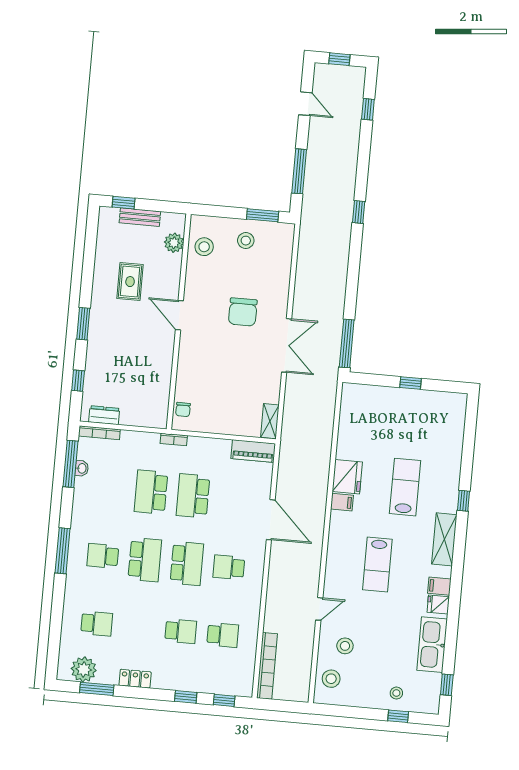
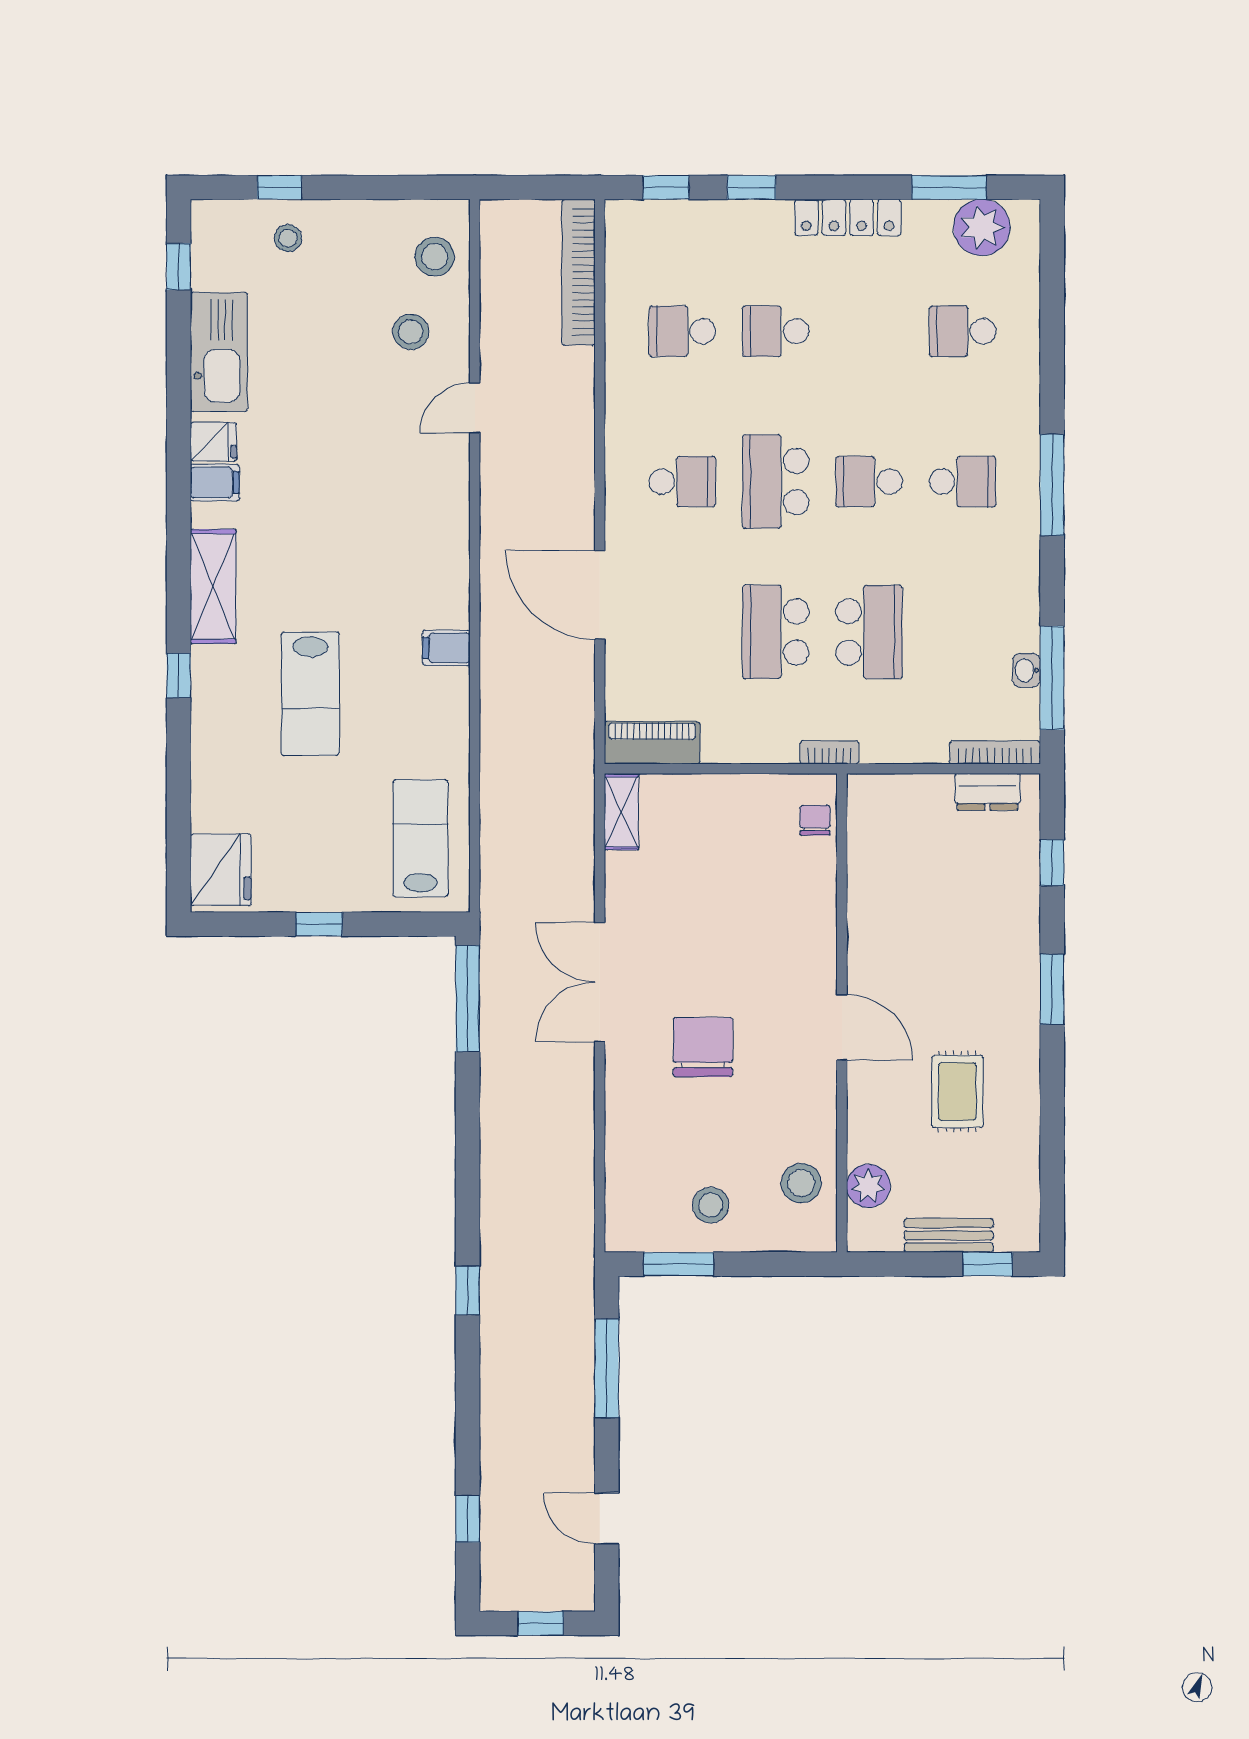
fridge: (347, 477) -> (221, 870), moved, turned 180
school desk: (193, 496) -> (776, 632), turned 180
school desk: (145, 560) -> (869, 482), width x0.54
lab bench: (377, 564) -> (420, 838), moved
locker: (135, 679) -> (848, 217), width x1.53

